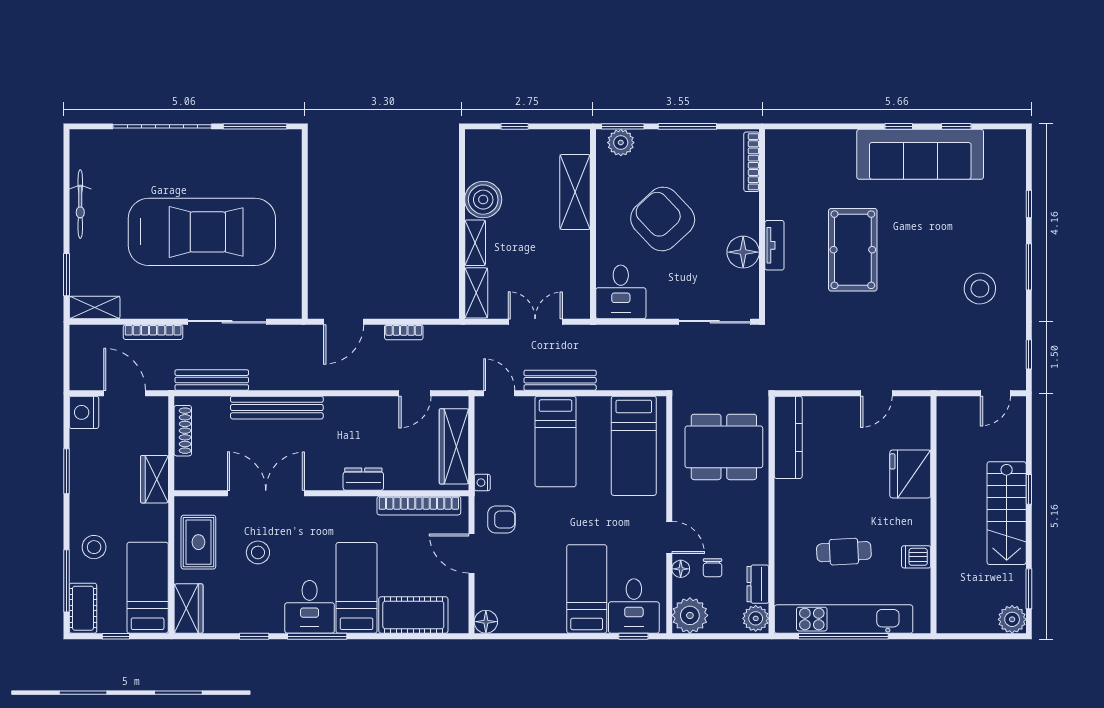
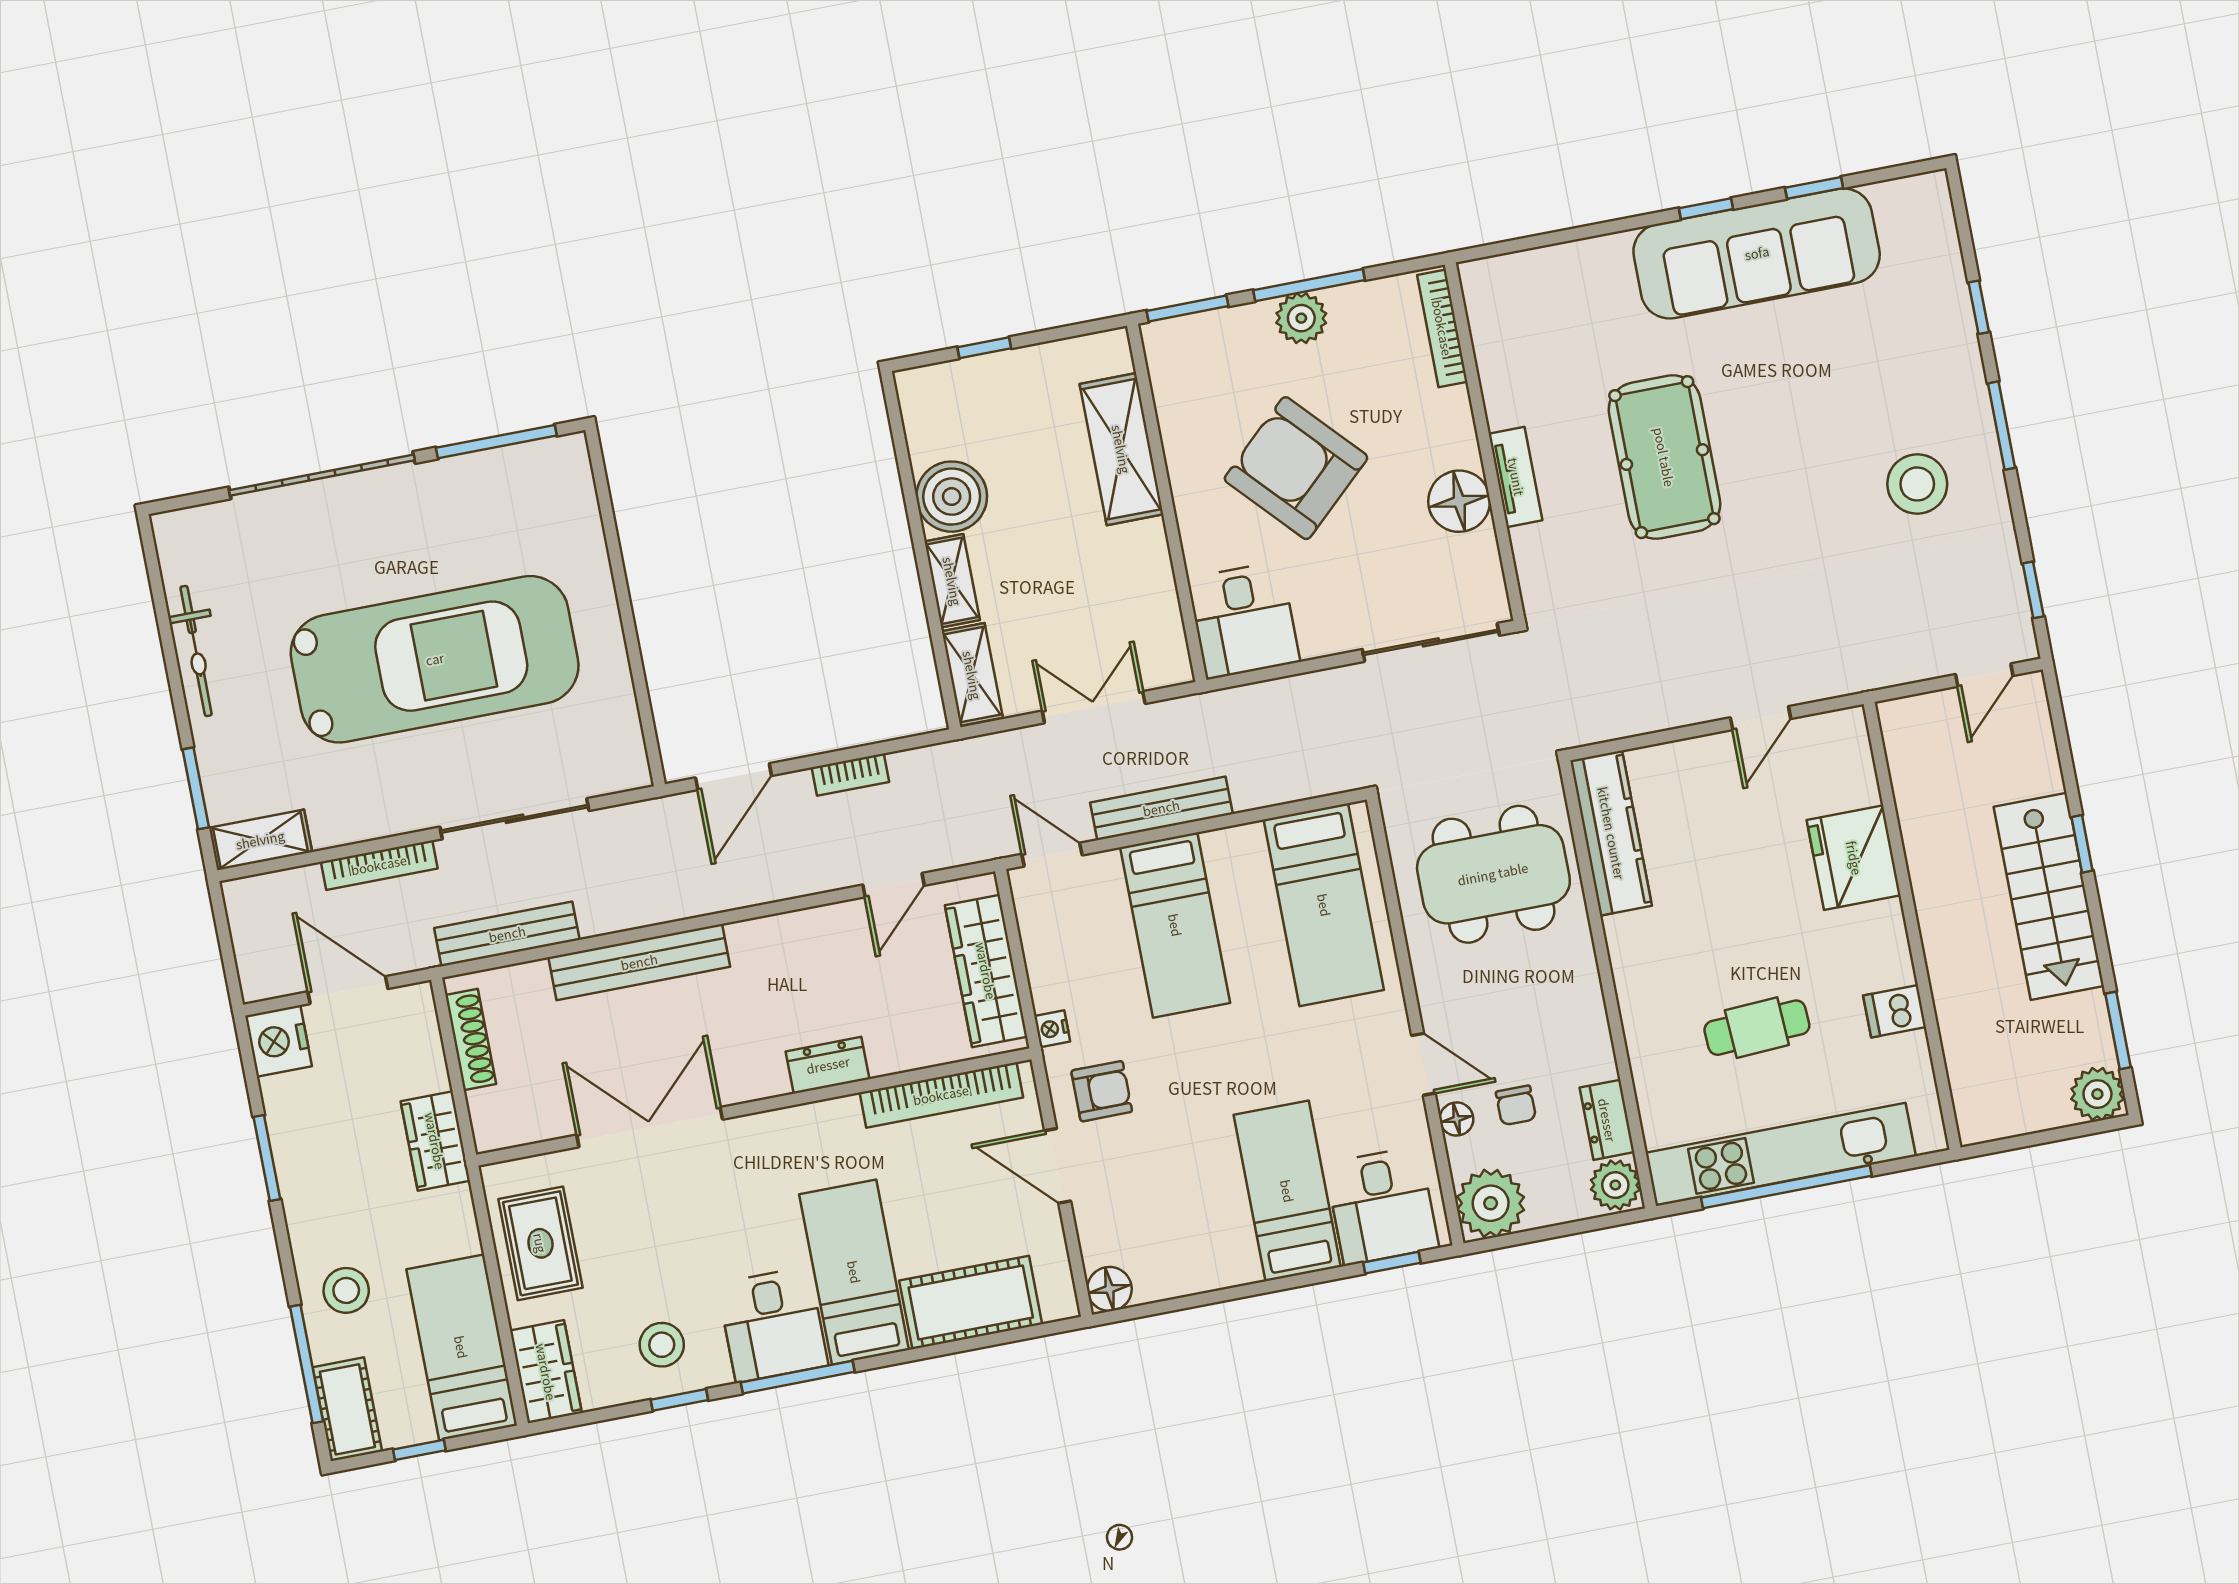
plant: (621, 143) -> (1301, 318), moved
stool: (258, 552) -> (662, 1345), moved

